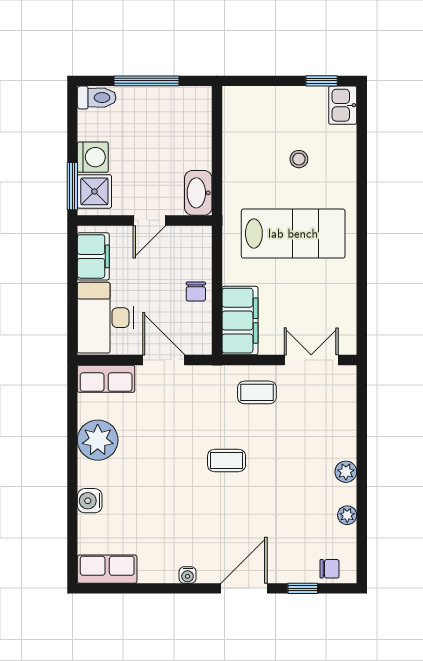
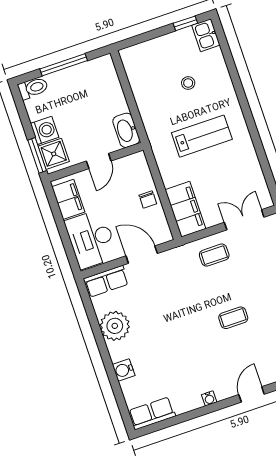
lab bench: (293, 234) -> (202, 136), width x0.73, depth x0.72
coffee table: (227, 461) -> (233, 318), moved
door: (244, 588) -> (252, 394), width x0.73

